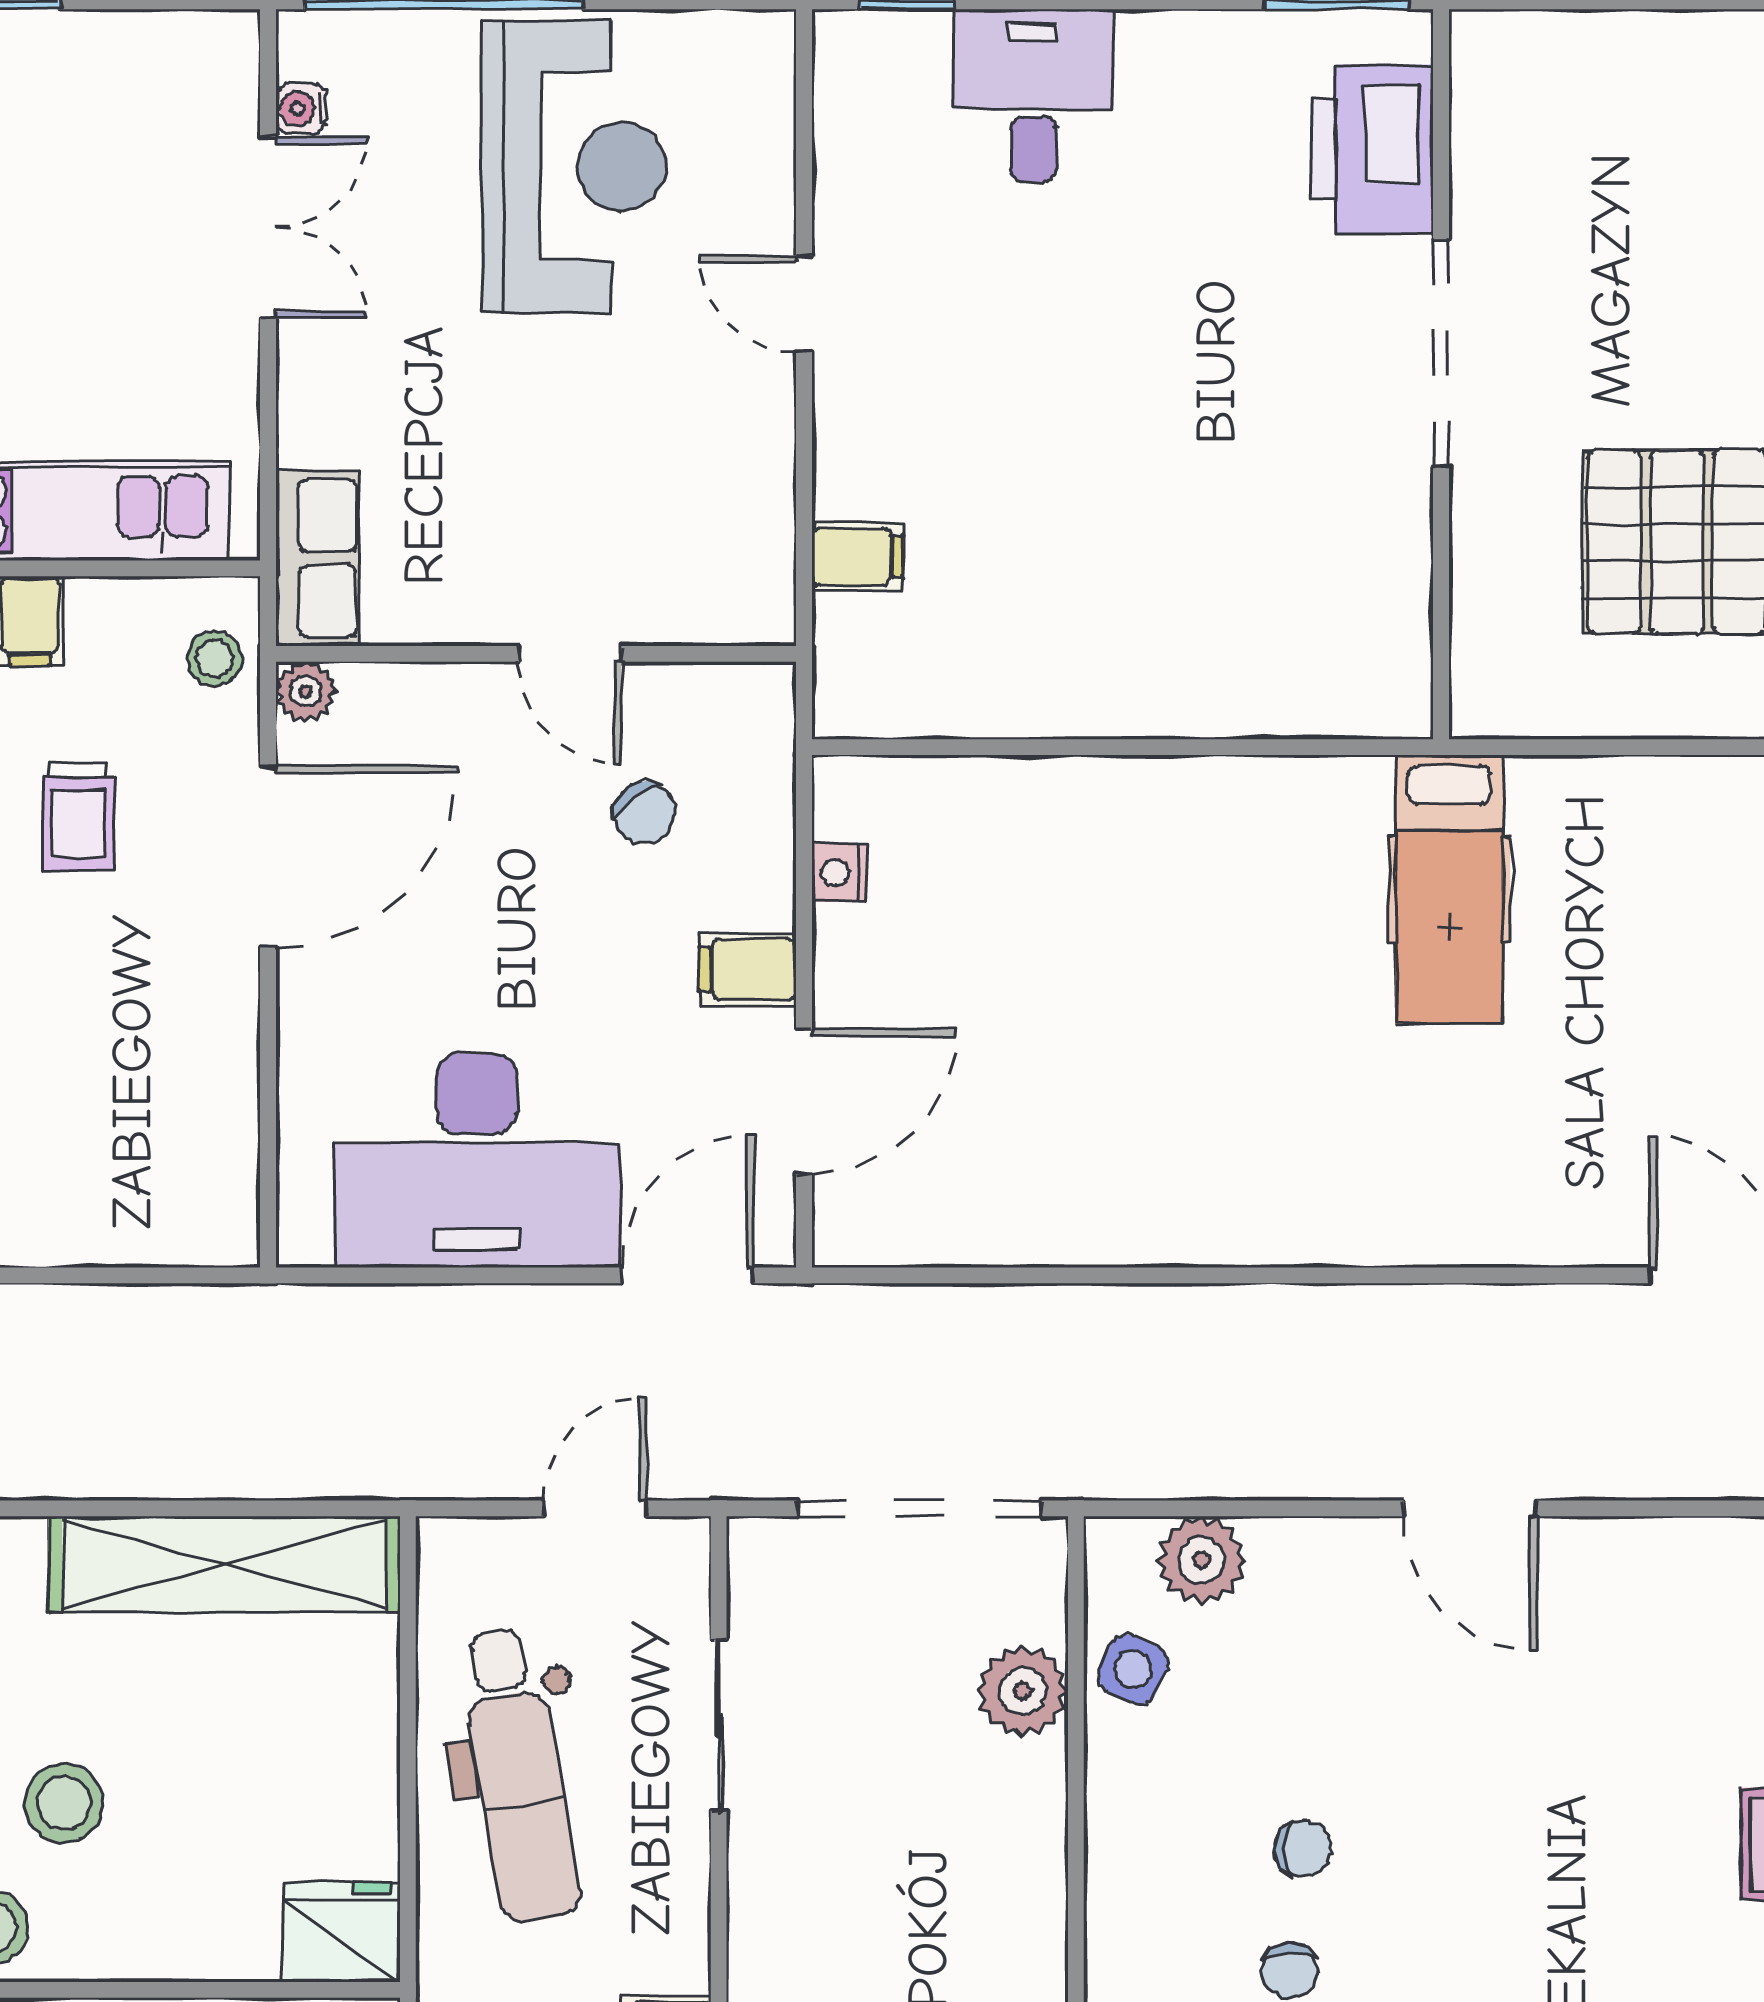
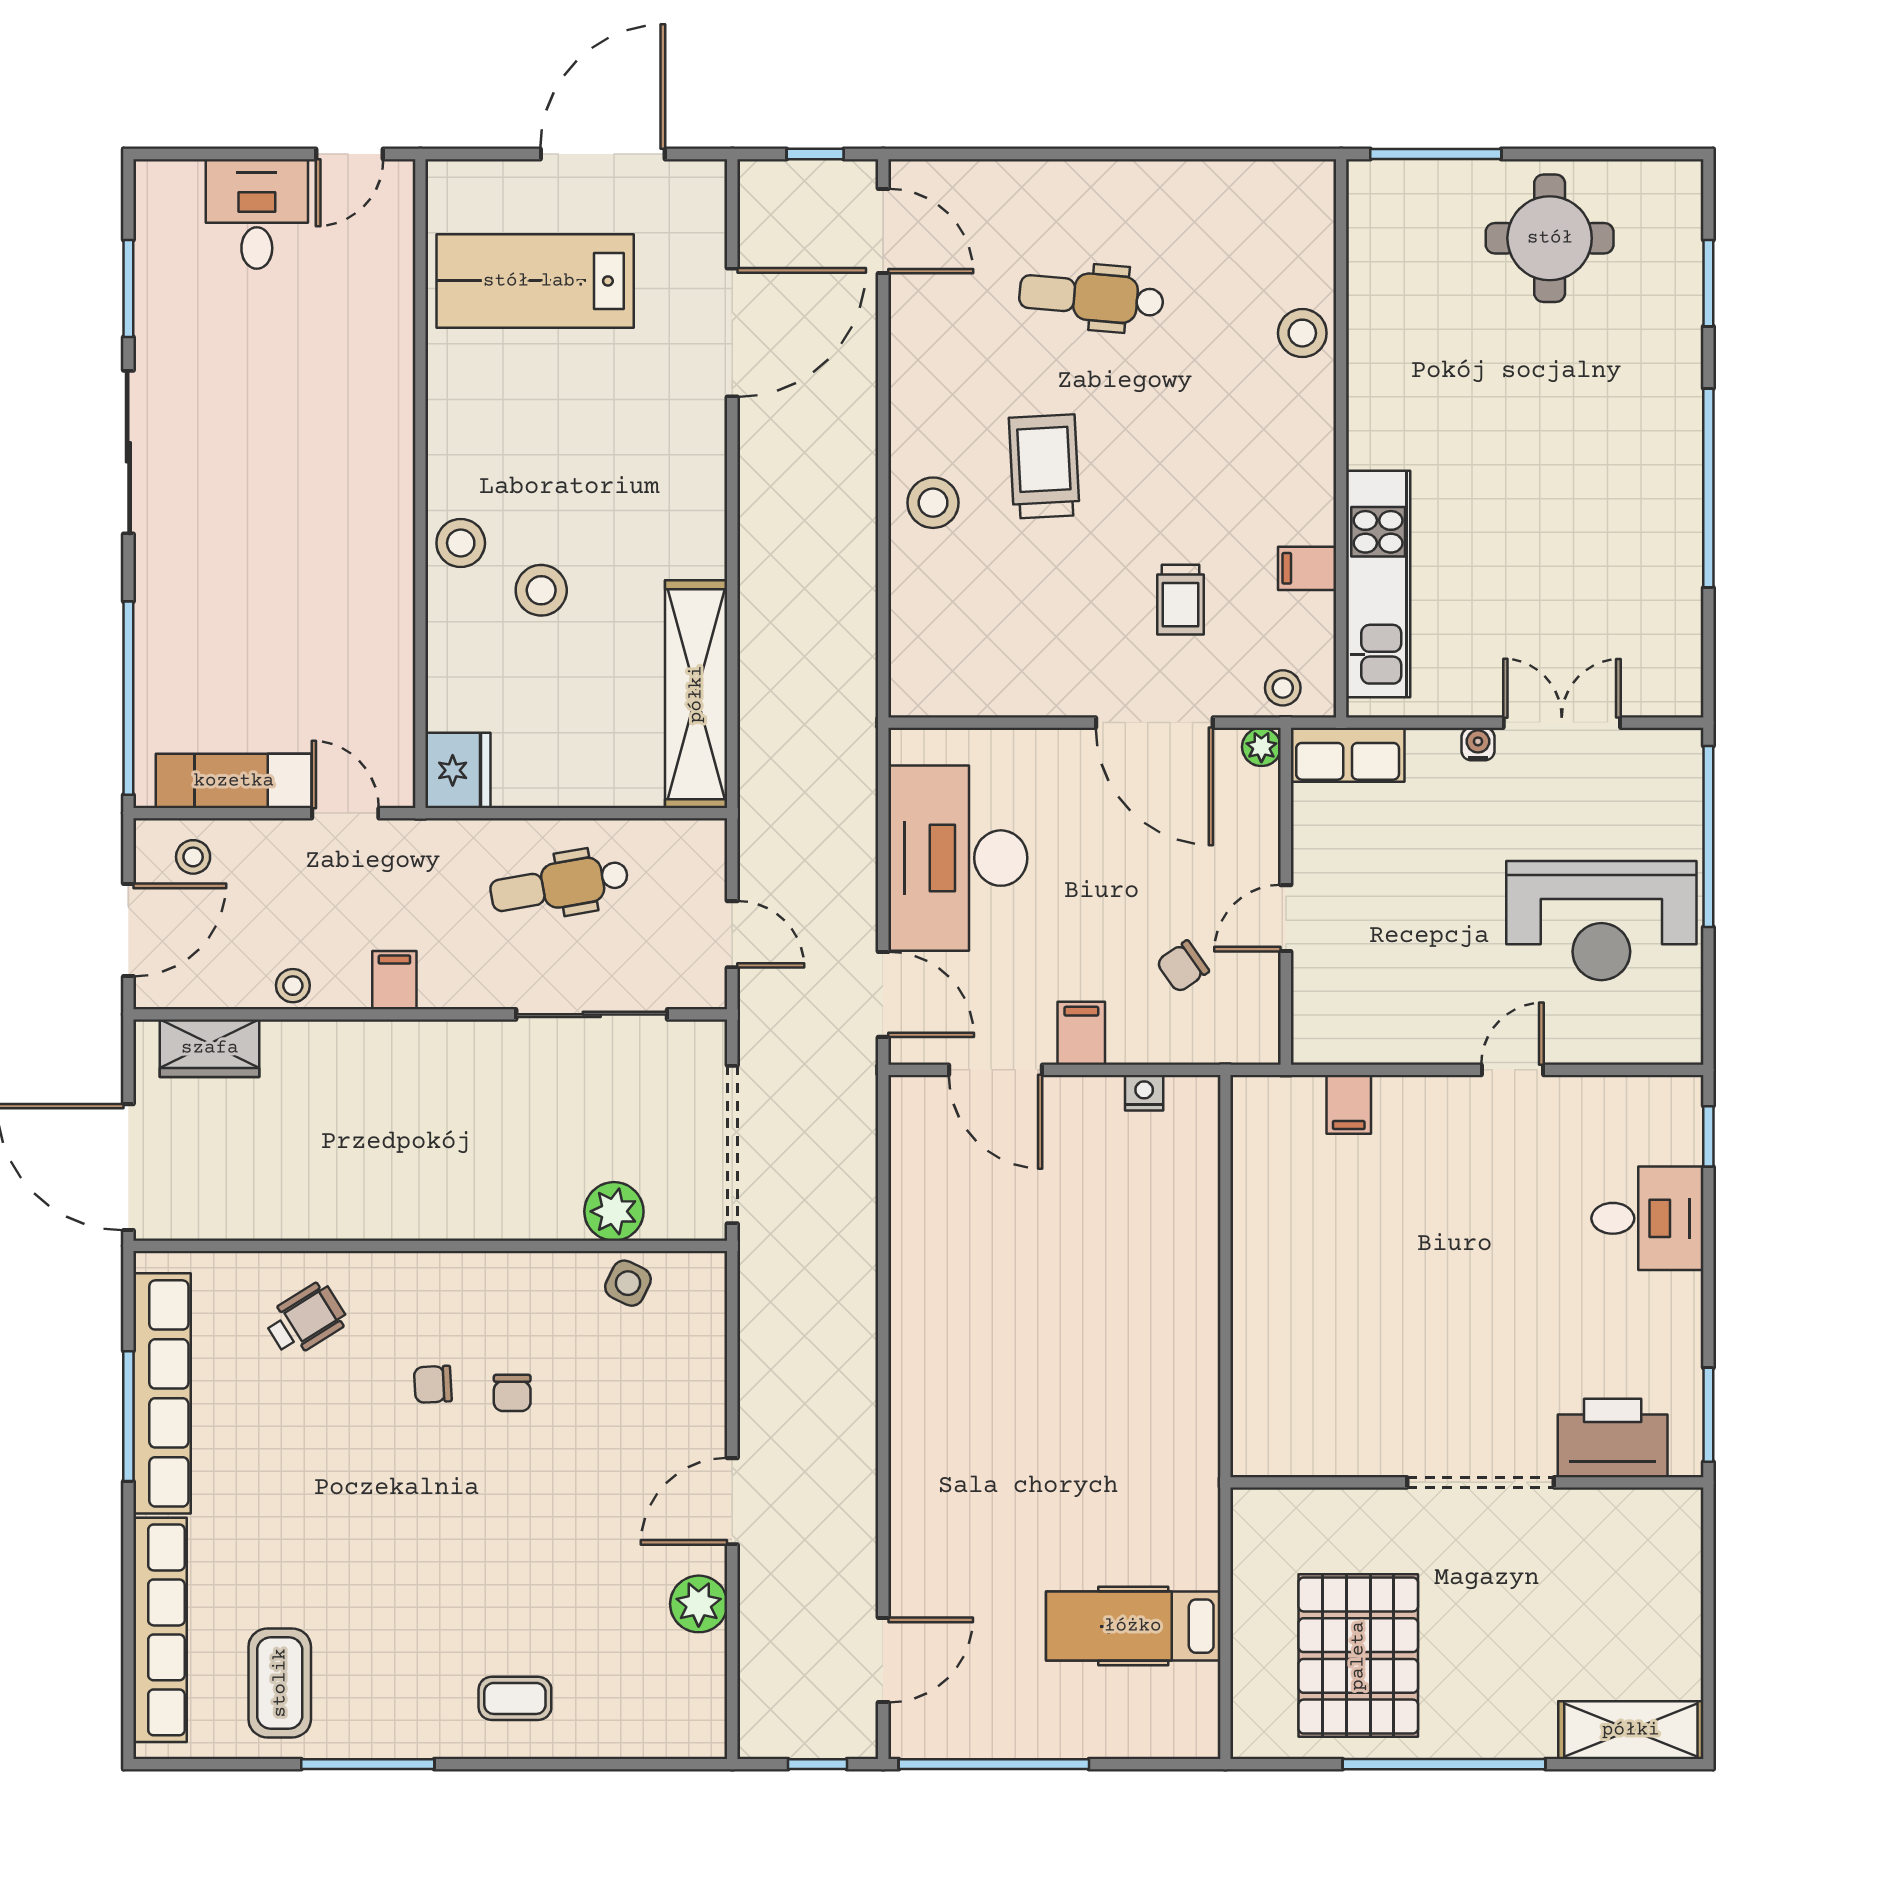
water cooler: (301, 109) -> (1478, 744), moved
double door: (268, 228) -> (1562, 723), swing flipped
trolley: (78, 816) -> (1181, 600), turned -90
hospital bed: (1449, 889) -> (1133, 1626), moved
plant: (1201, 1560) -> (699, 1604), moved
sliding door: (719, 1725) -> (592, 1014), width x1.37
dental chair: (519, 1776) -> (559, 885), width x0.73, depth x0.72

